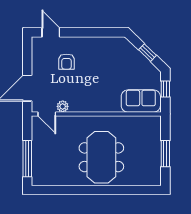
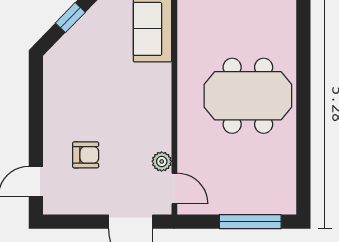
door: (47, 114) -> (174, 188), hinge flipped

